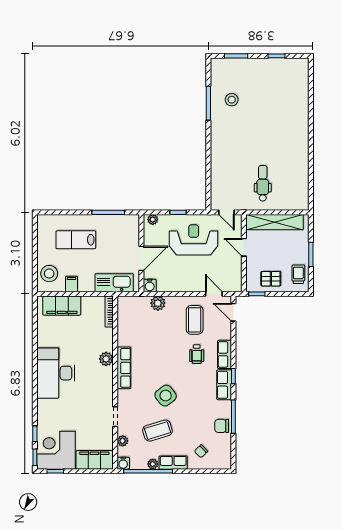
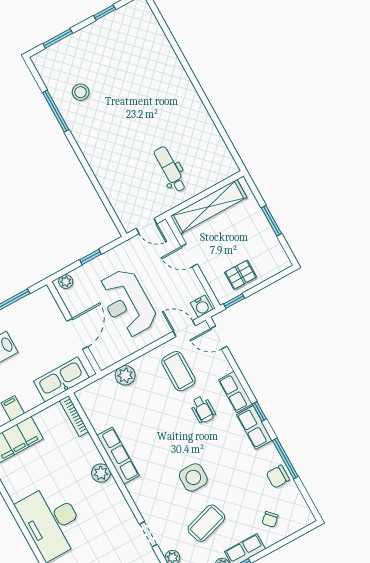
reception desk: (194, 240) -> (127, 303), moved, turned -90
trolley: (298, 274) -> (270, 252), removed
water cooler: (150, 285) -> (202, 306), moved
row of seats: (124, 368) -> (118, 456), moved
side table: (166, 396) -> (193, 477), turned 38

